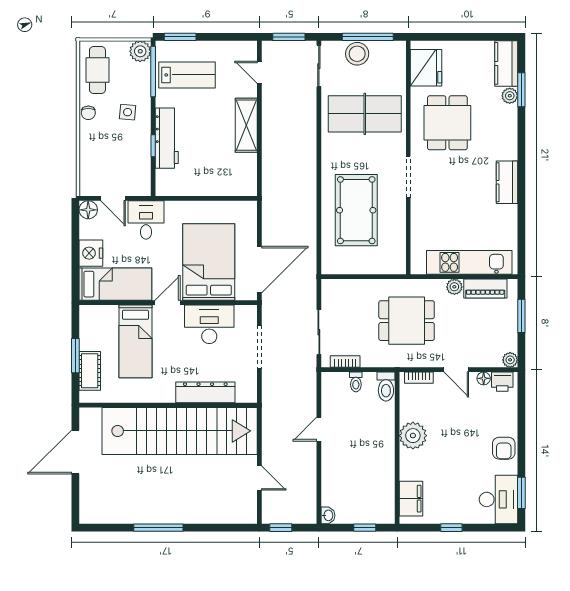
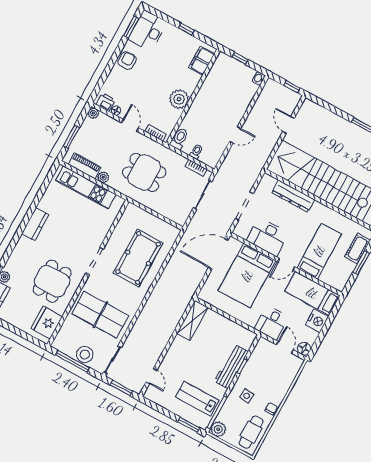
shelving: (246, 125) -> (192, 321), moved

